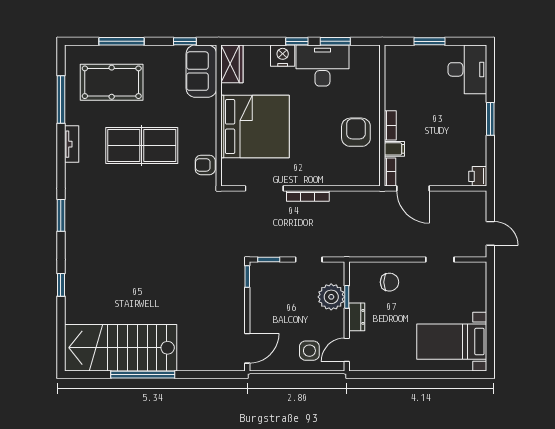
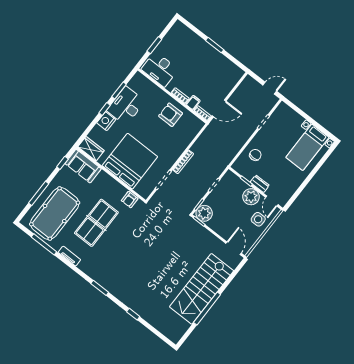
desk: (467, 69) -> (160, 69), moved, turned 180
pool table: (112, 82) -> (55, 213), width x1.36, depth x1.32
printer: (478, 176) -> (238, 73), removed
plant: (263, 275) -> (204, 213), added
plant: (331, 297) -> (251, 197), moved
stairs: (121, 348) -> (202, 289), moved

